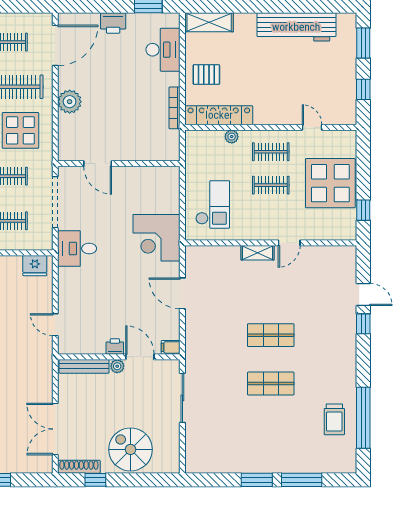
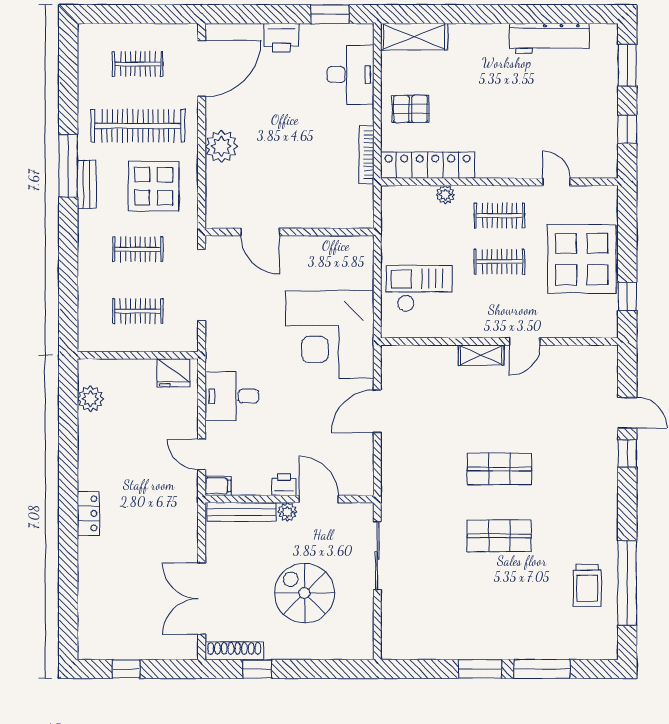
workbench: (296, 27) -> (549, 38), width x0.73, depth x0.76
checkout: (213, 204) -> (419, 288), turned -90
corner desk: (157, 238) -> (330, 335), width x1.36, depth x1.36
desk: (77, 249) -> (232, 396), moved
door: (182, 293) -> (377, 411), hinge flipped
filing cabinet: (171, 347) -> (218, 486), moved, turned 180
spiral stairs: (131, 449) -> (304, 593), moved

